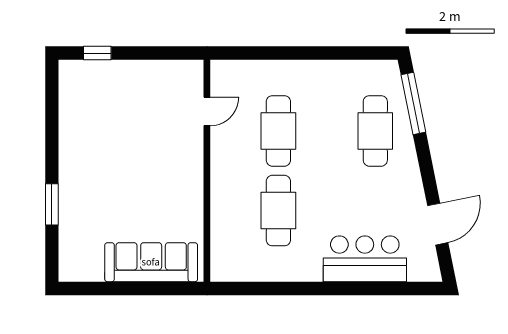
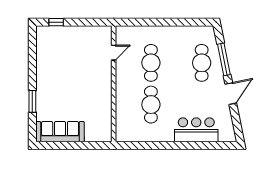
window: (413, 103) -> (224, 59), moved
door: (438, 224) -> (231, 94), moved
sofa: (151, 262) -> (60, 132), moved

